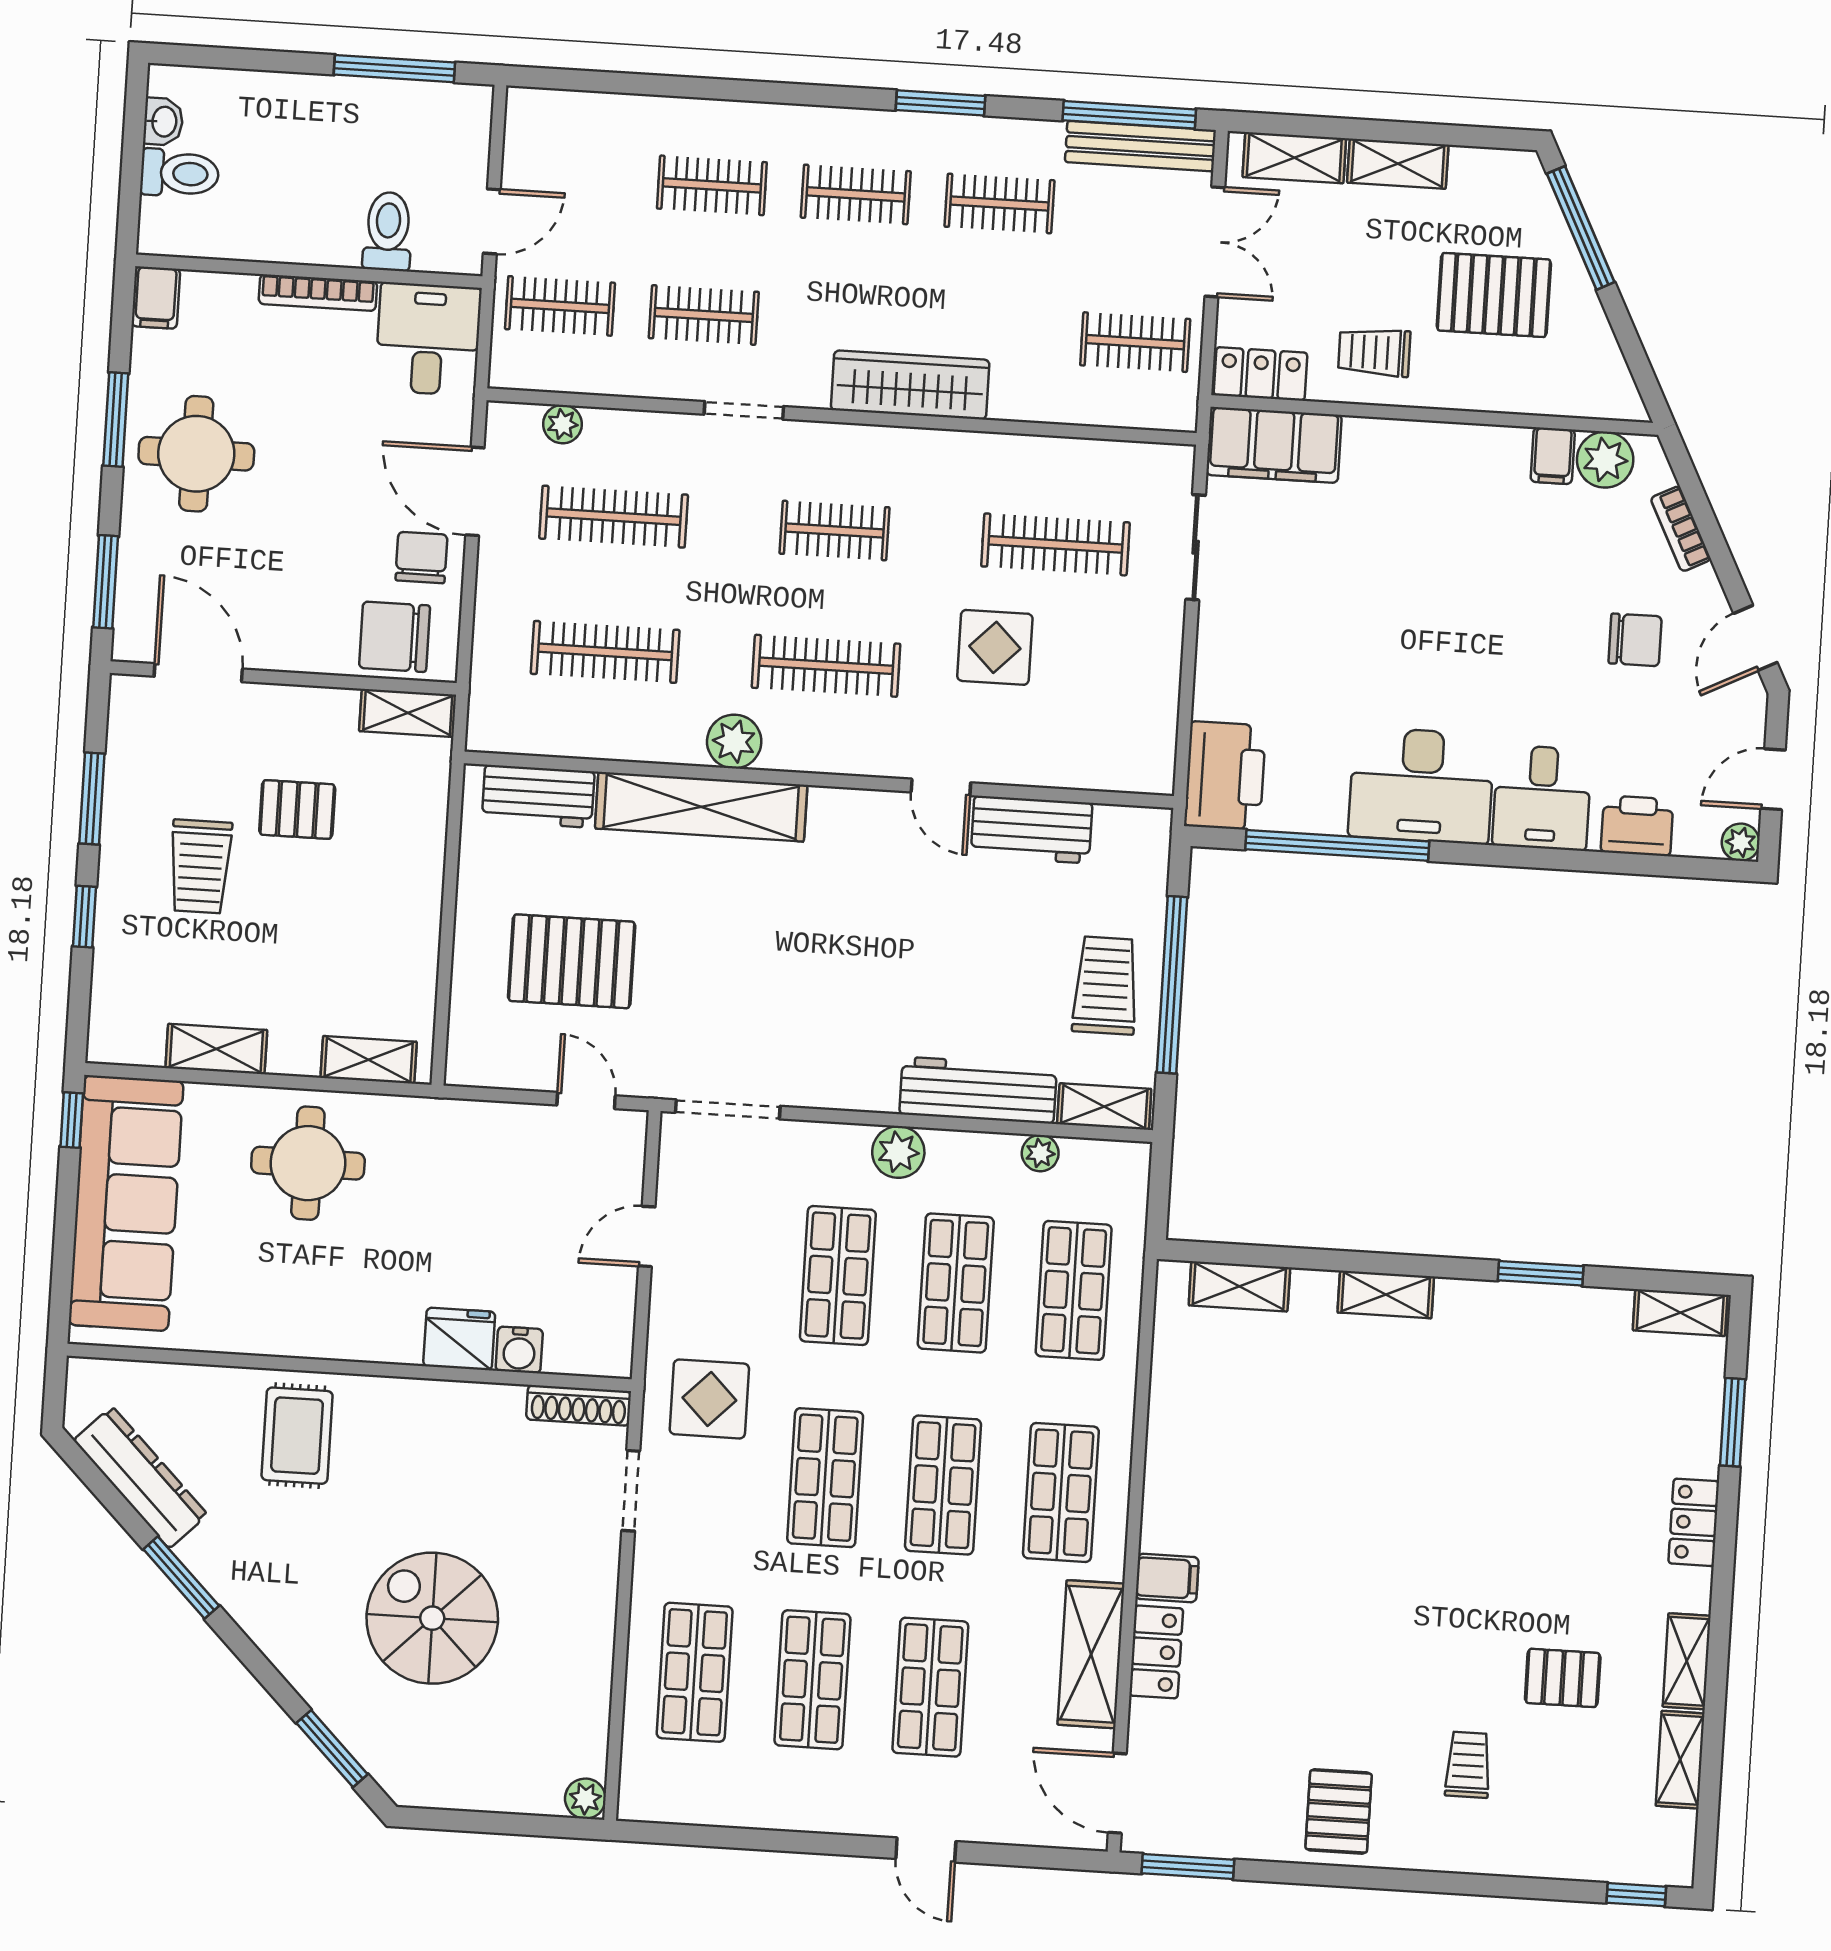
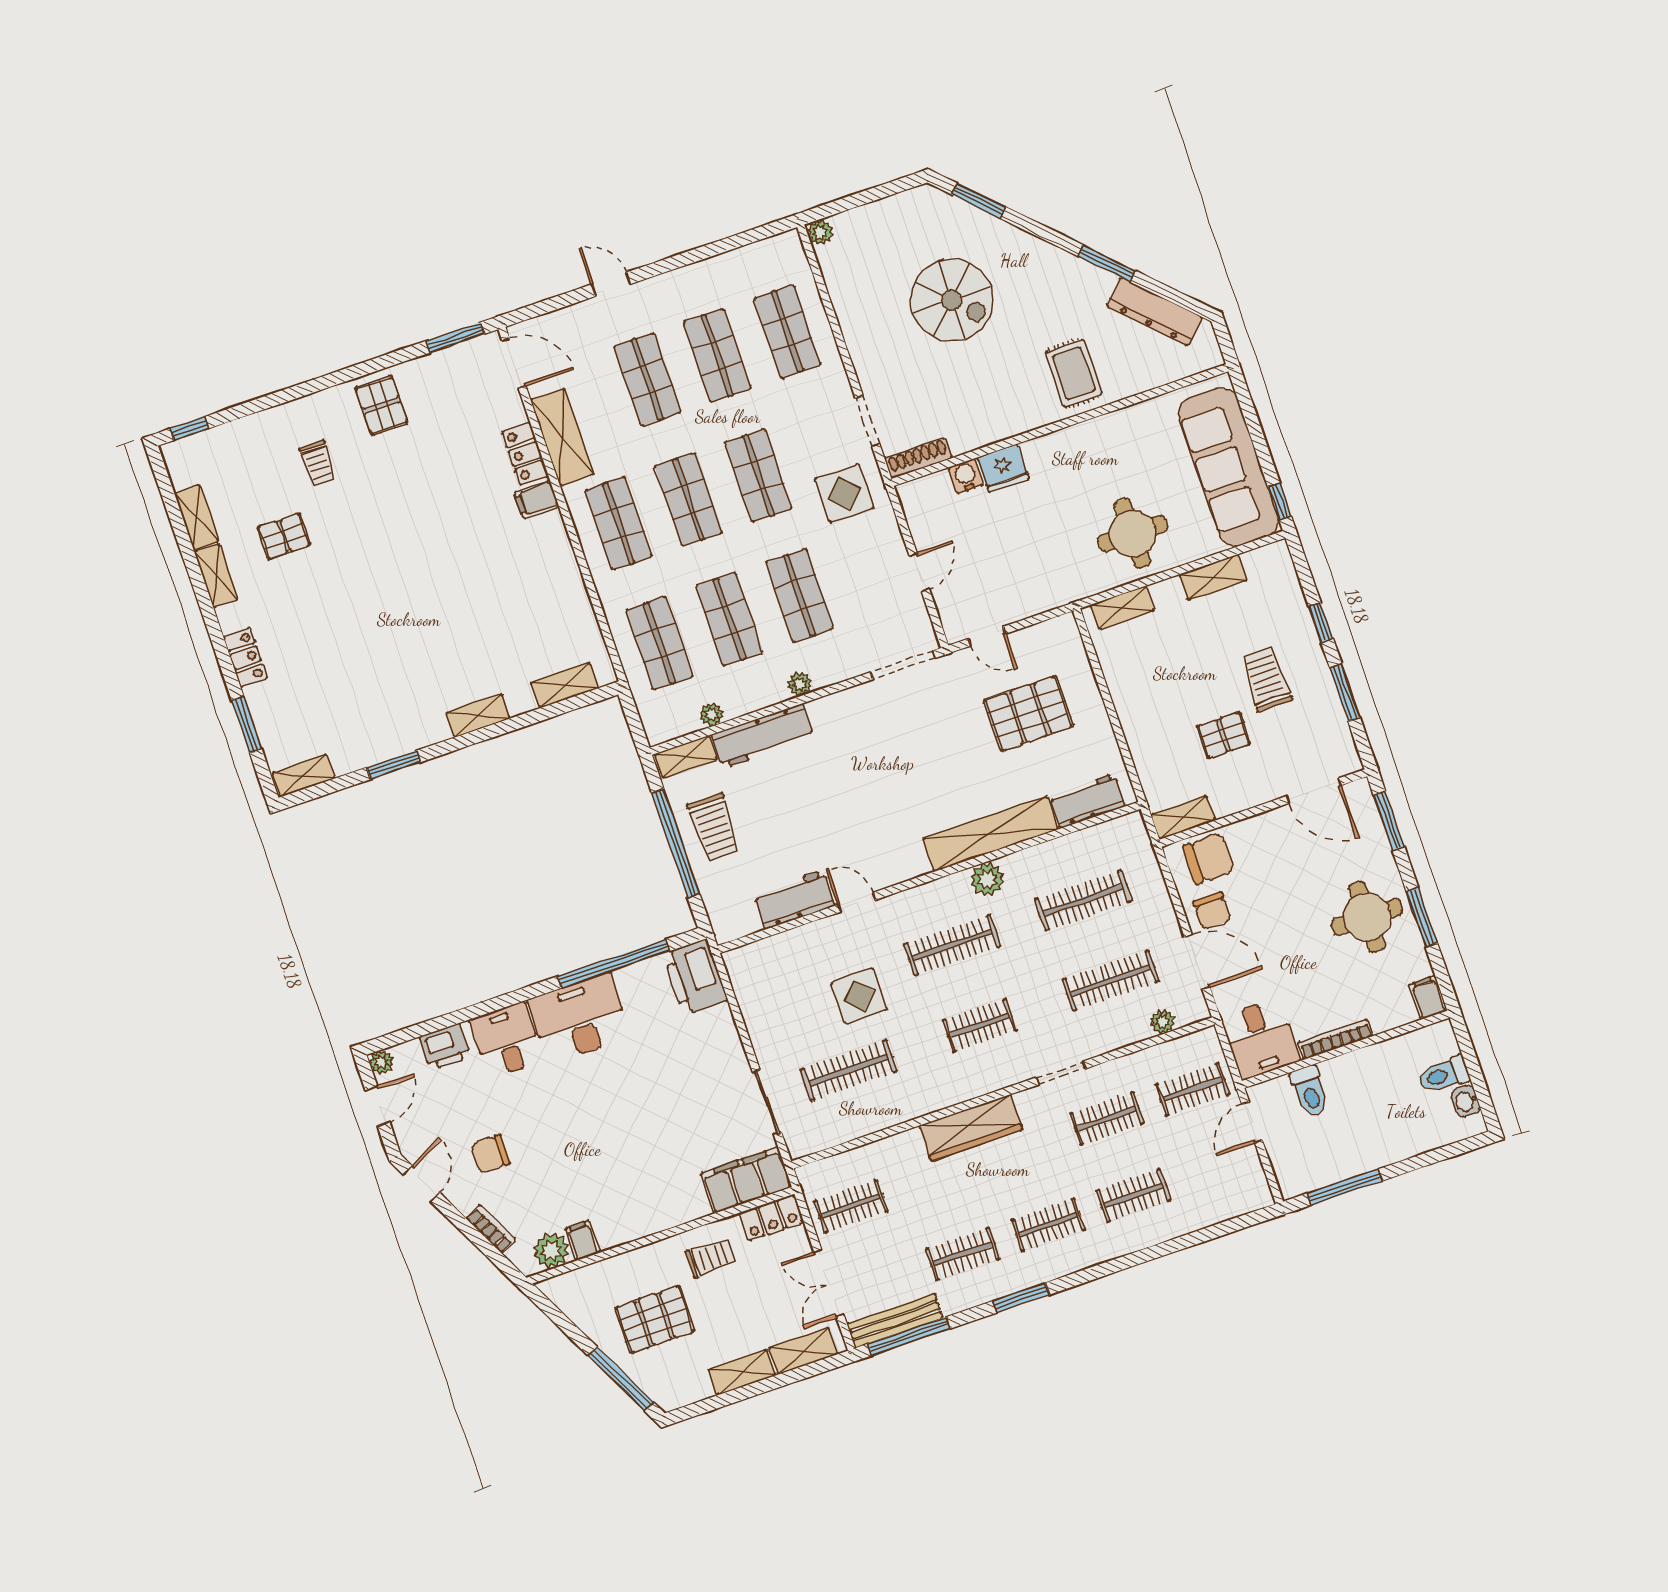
plant: (898, 1152) -> (800, 684), width x0.73, depth x0.73

